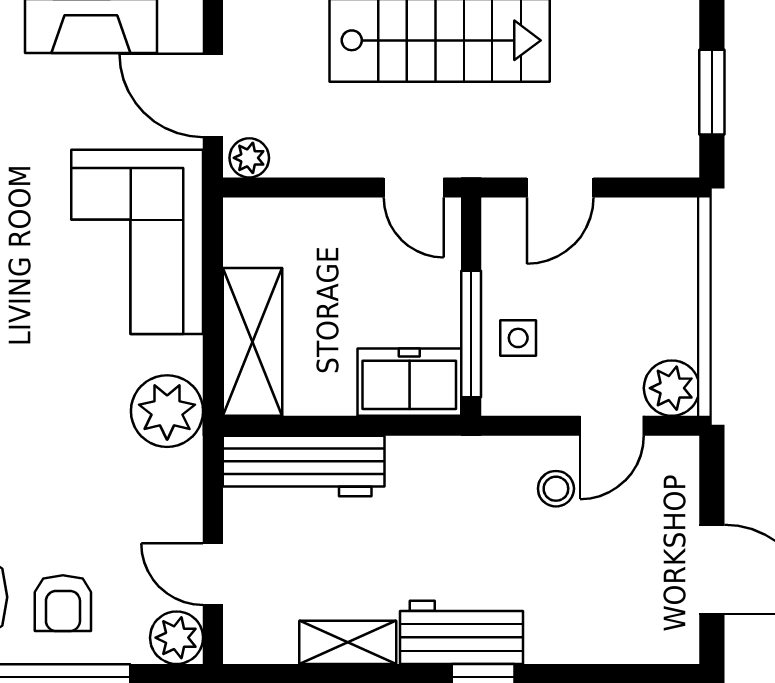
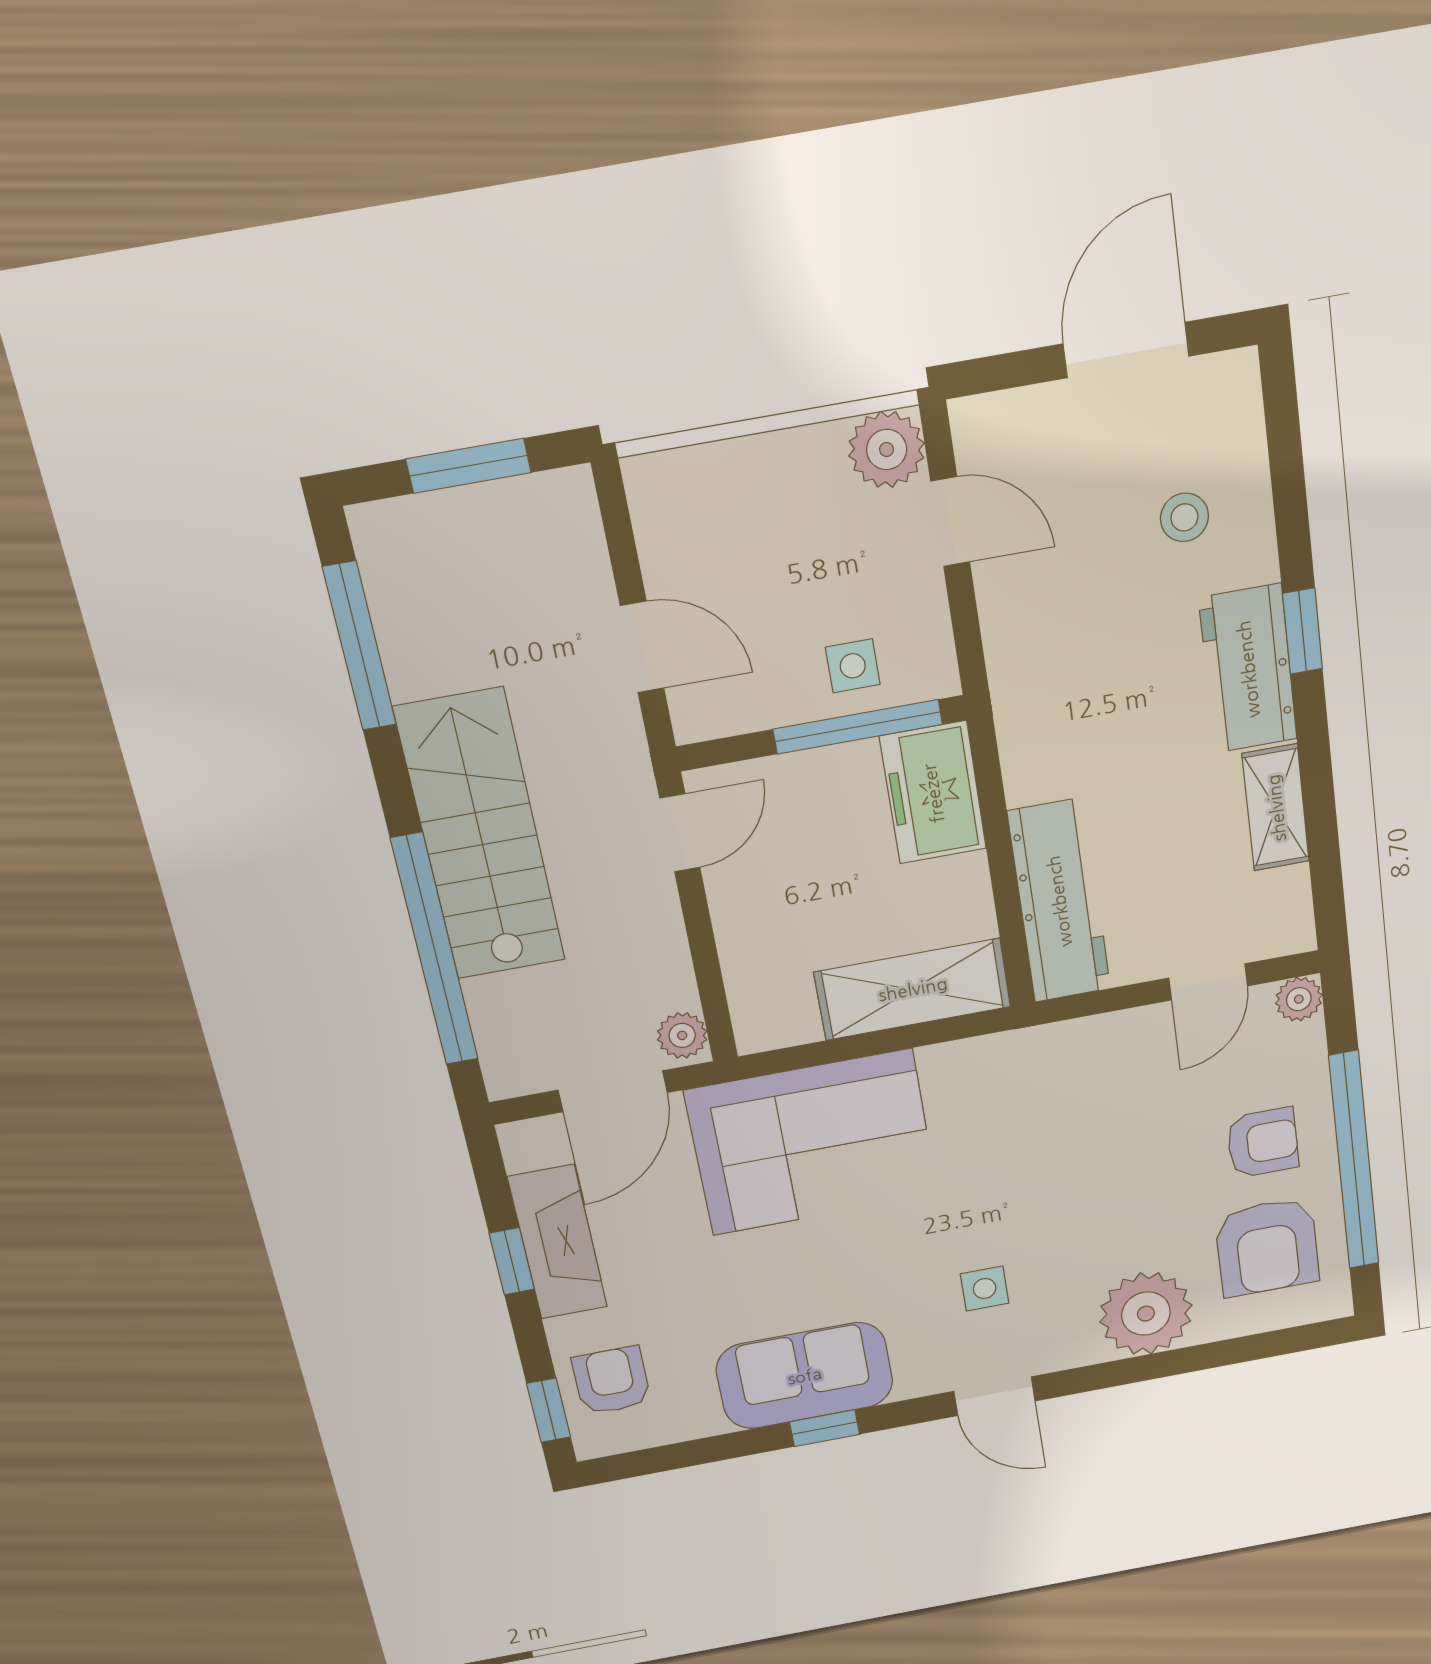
plant: (167, 411) -> (1014, 1071), removed
stool: (556, 489) -> (1184, 517), moved
plant: (177, 638) -> (1299, 999), width x0.73, depth x0.73

